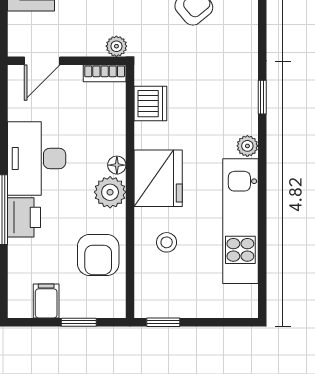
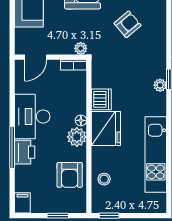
dishwasher: (150, 104) -> (101, 99), moved
plant: (247, 146) -> (160, 85), moved
stool: (167, 242) -> (104, 179), moved
filing cabinet: (46, 301) -> (22, 203), moved

